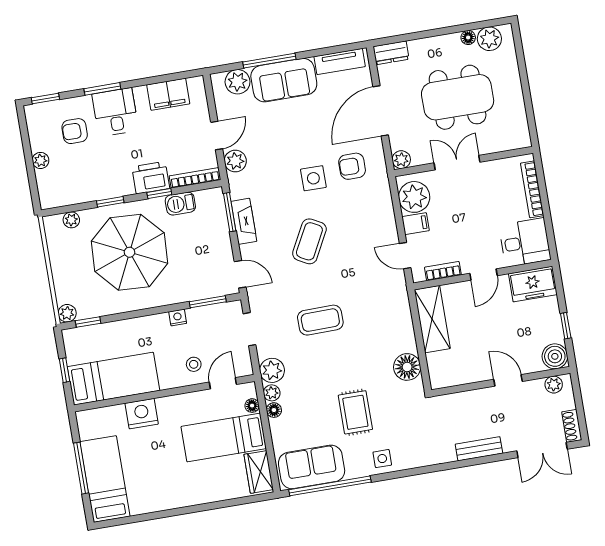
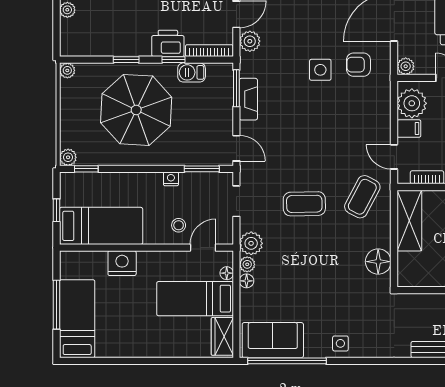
plant: (71, 220) -> (67, 70), moved
coffee table: (309, 241) -> (362, 197), moved
rug: (355, 412) -> (322, 296), removed

